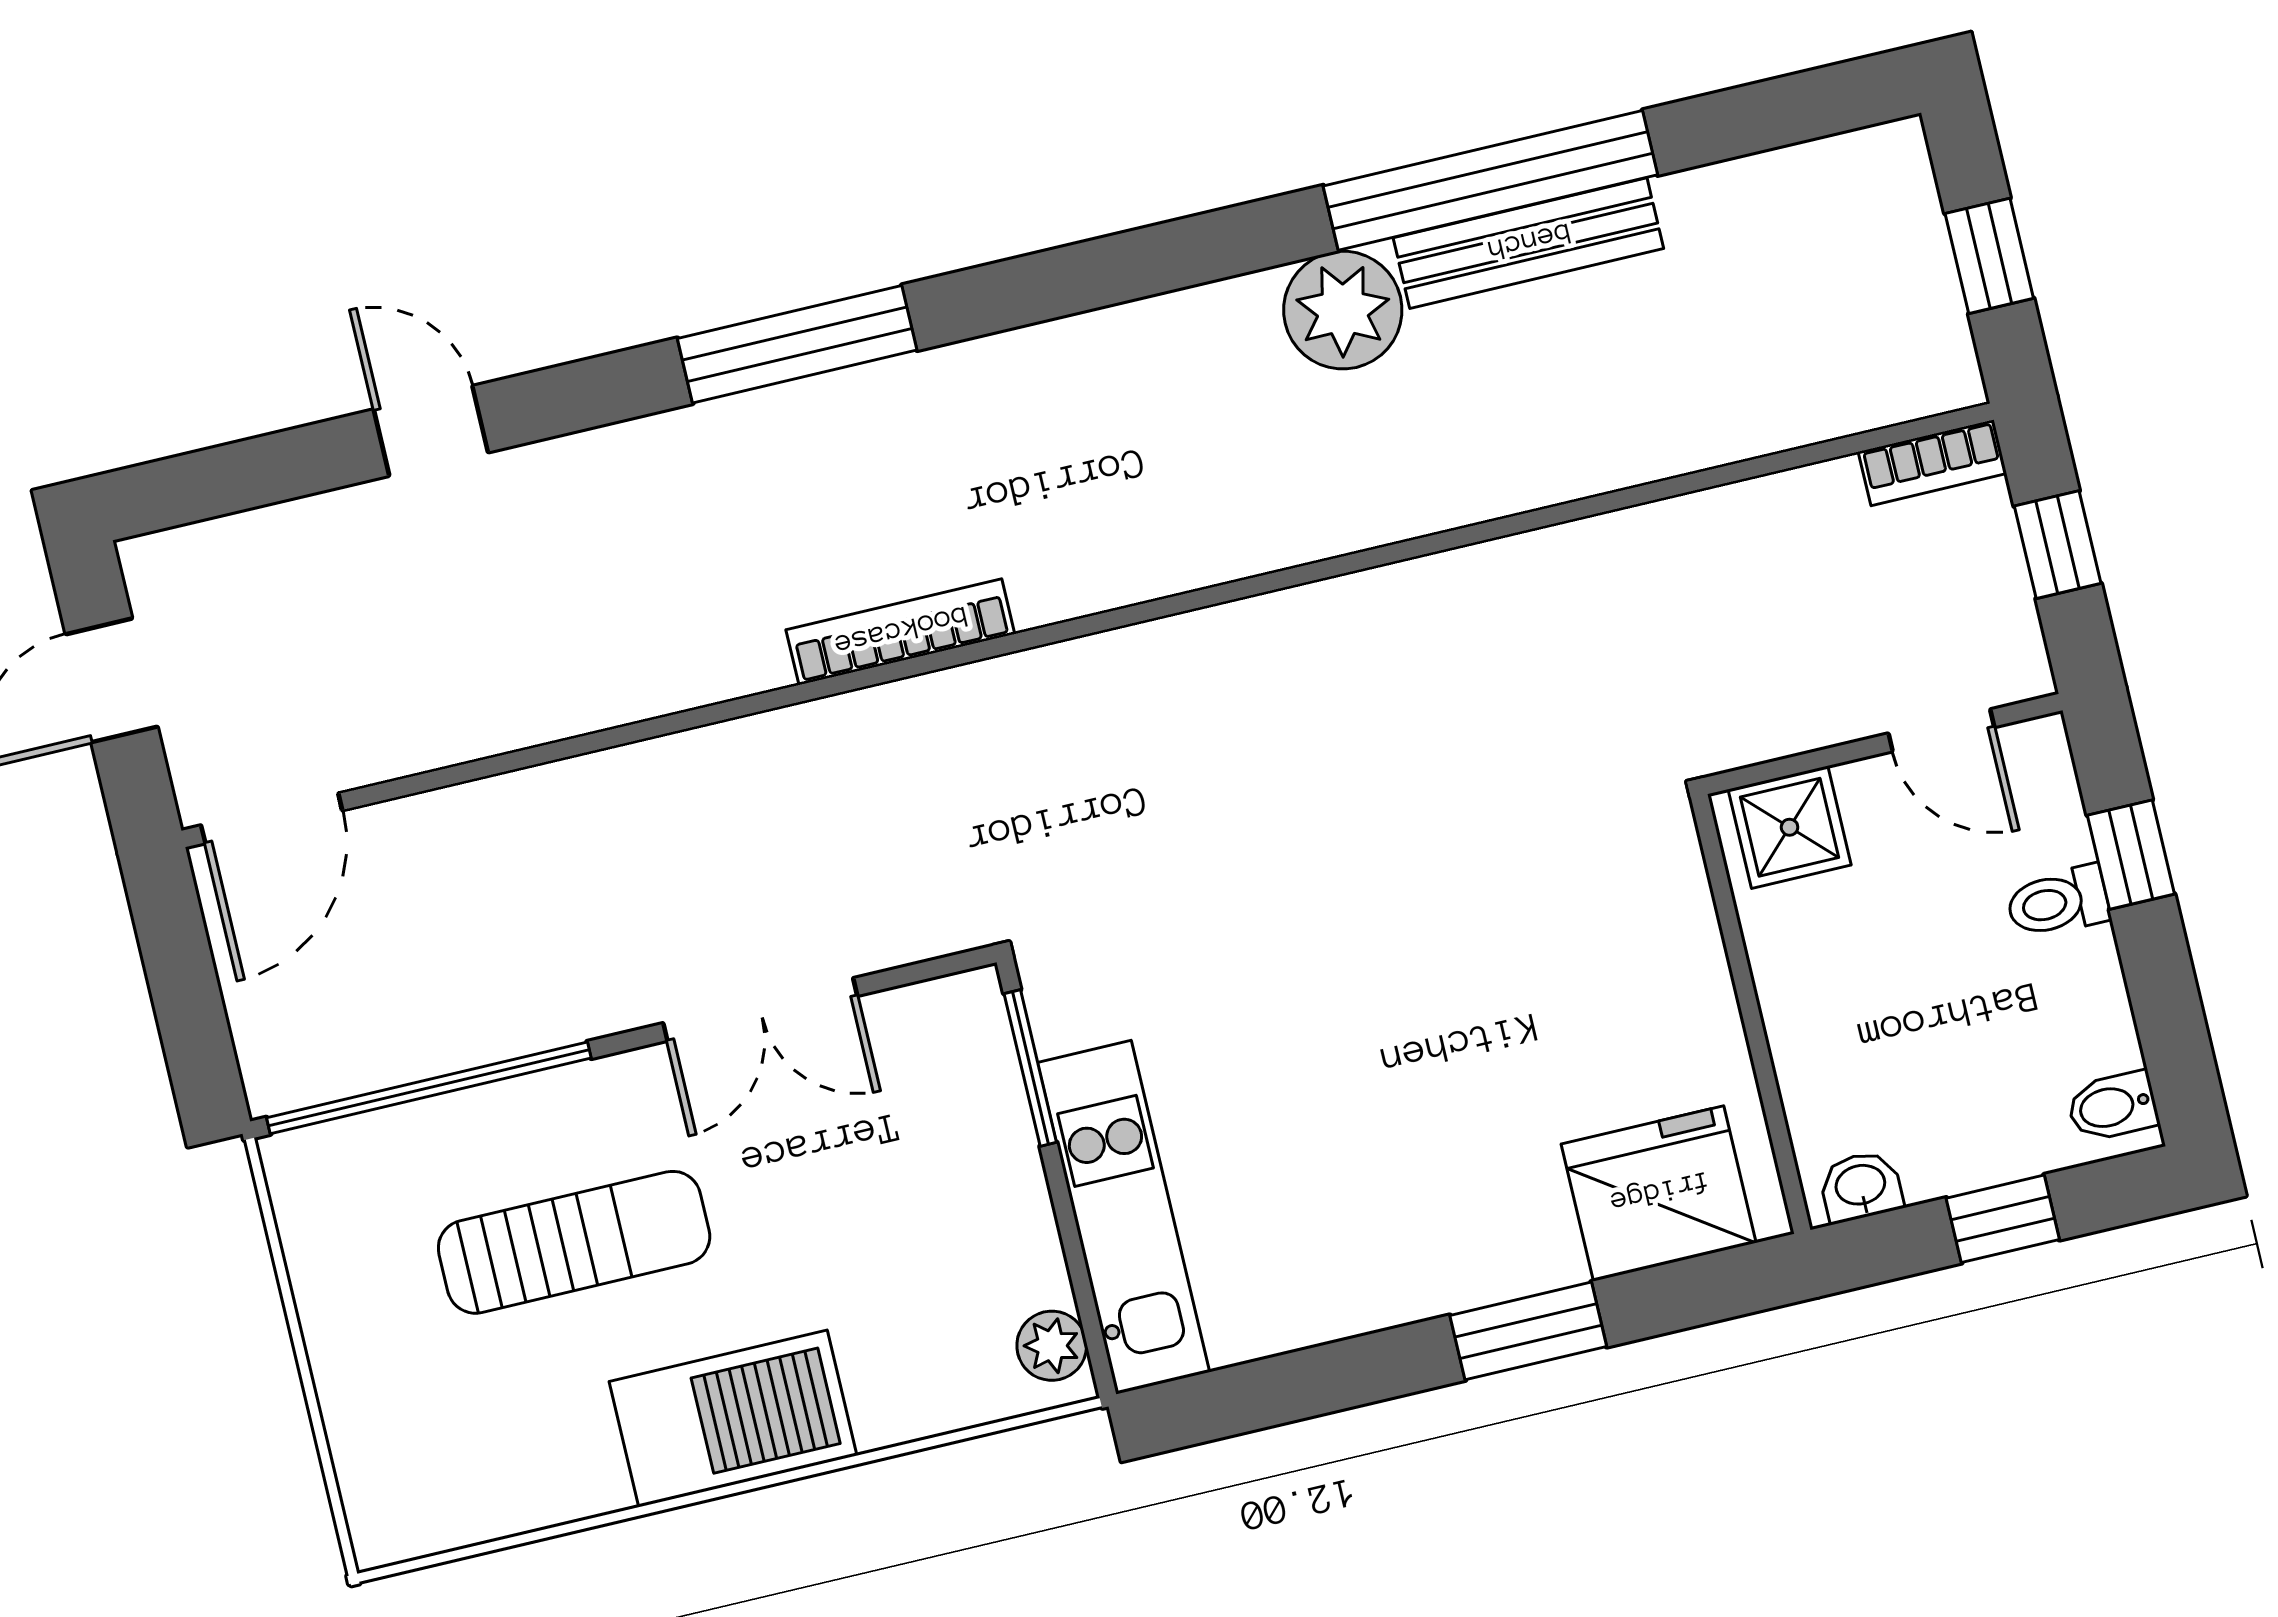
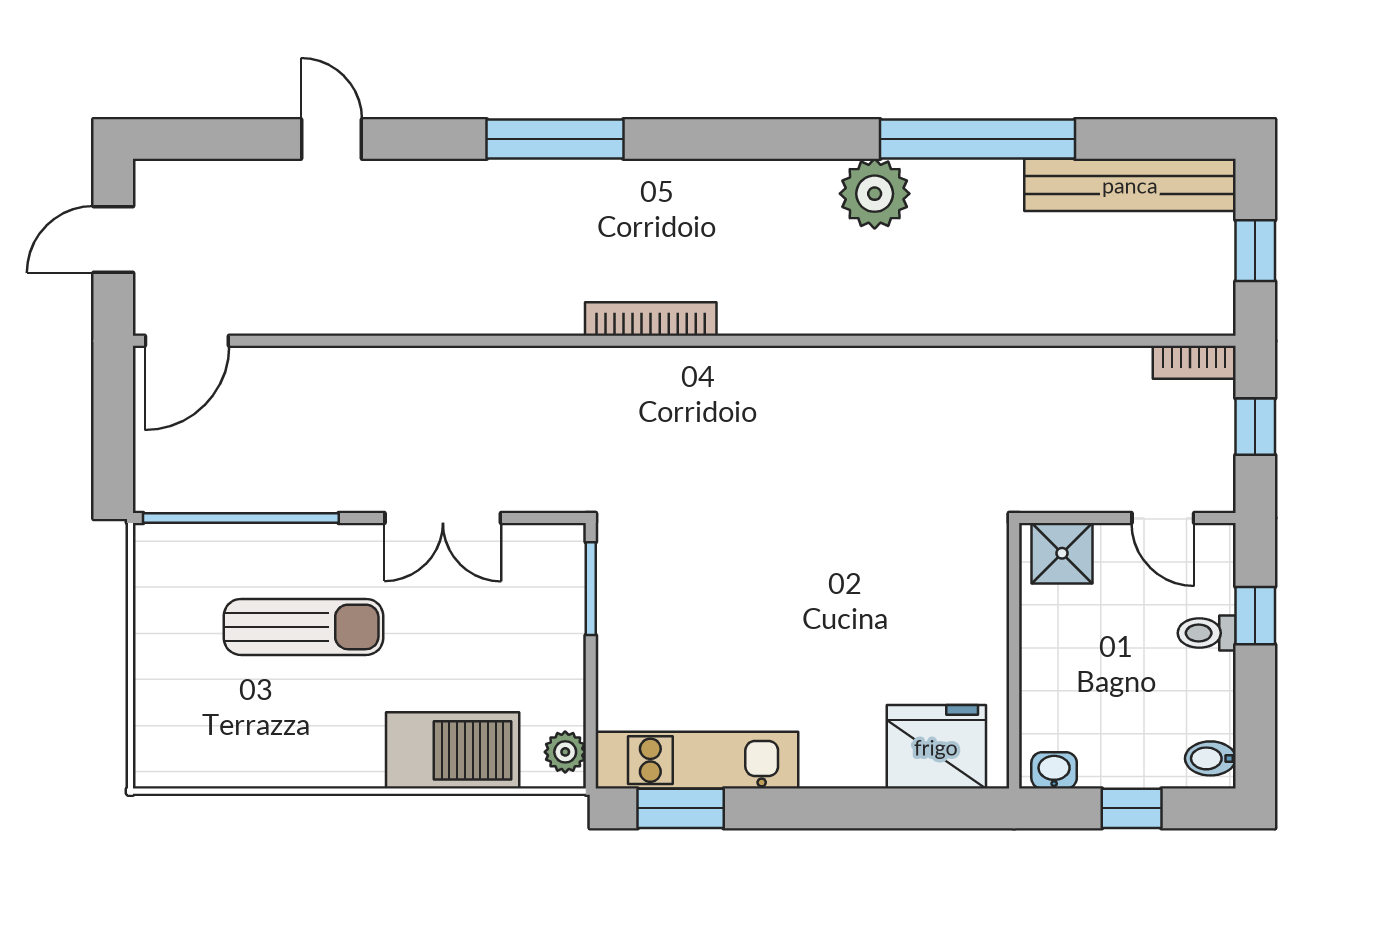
bench: (1528, 243) -> (1130, 185), moved, width x1.37, depth x1.21
bookcase: (900, 632) -> (651, 319), moved
kitchen unit: (1124, 1217) -> (697, 760), moved, turned -90
window: (1528, 1331) -> (681, 808), moved
barbecue: (733, 1418) -> (453, 750), moved

